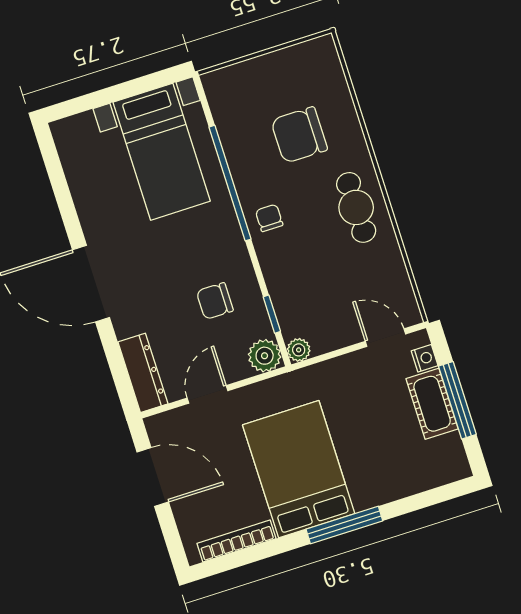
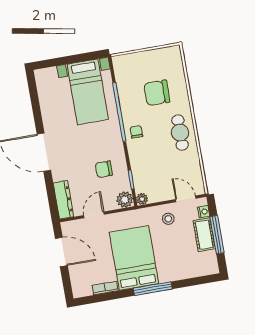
stool: (356, 382) -> (168, 219), added
bookcase: (236, 541) -> (105, 288), width x0.64

